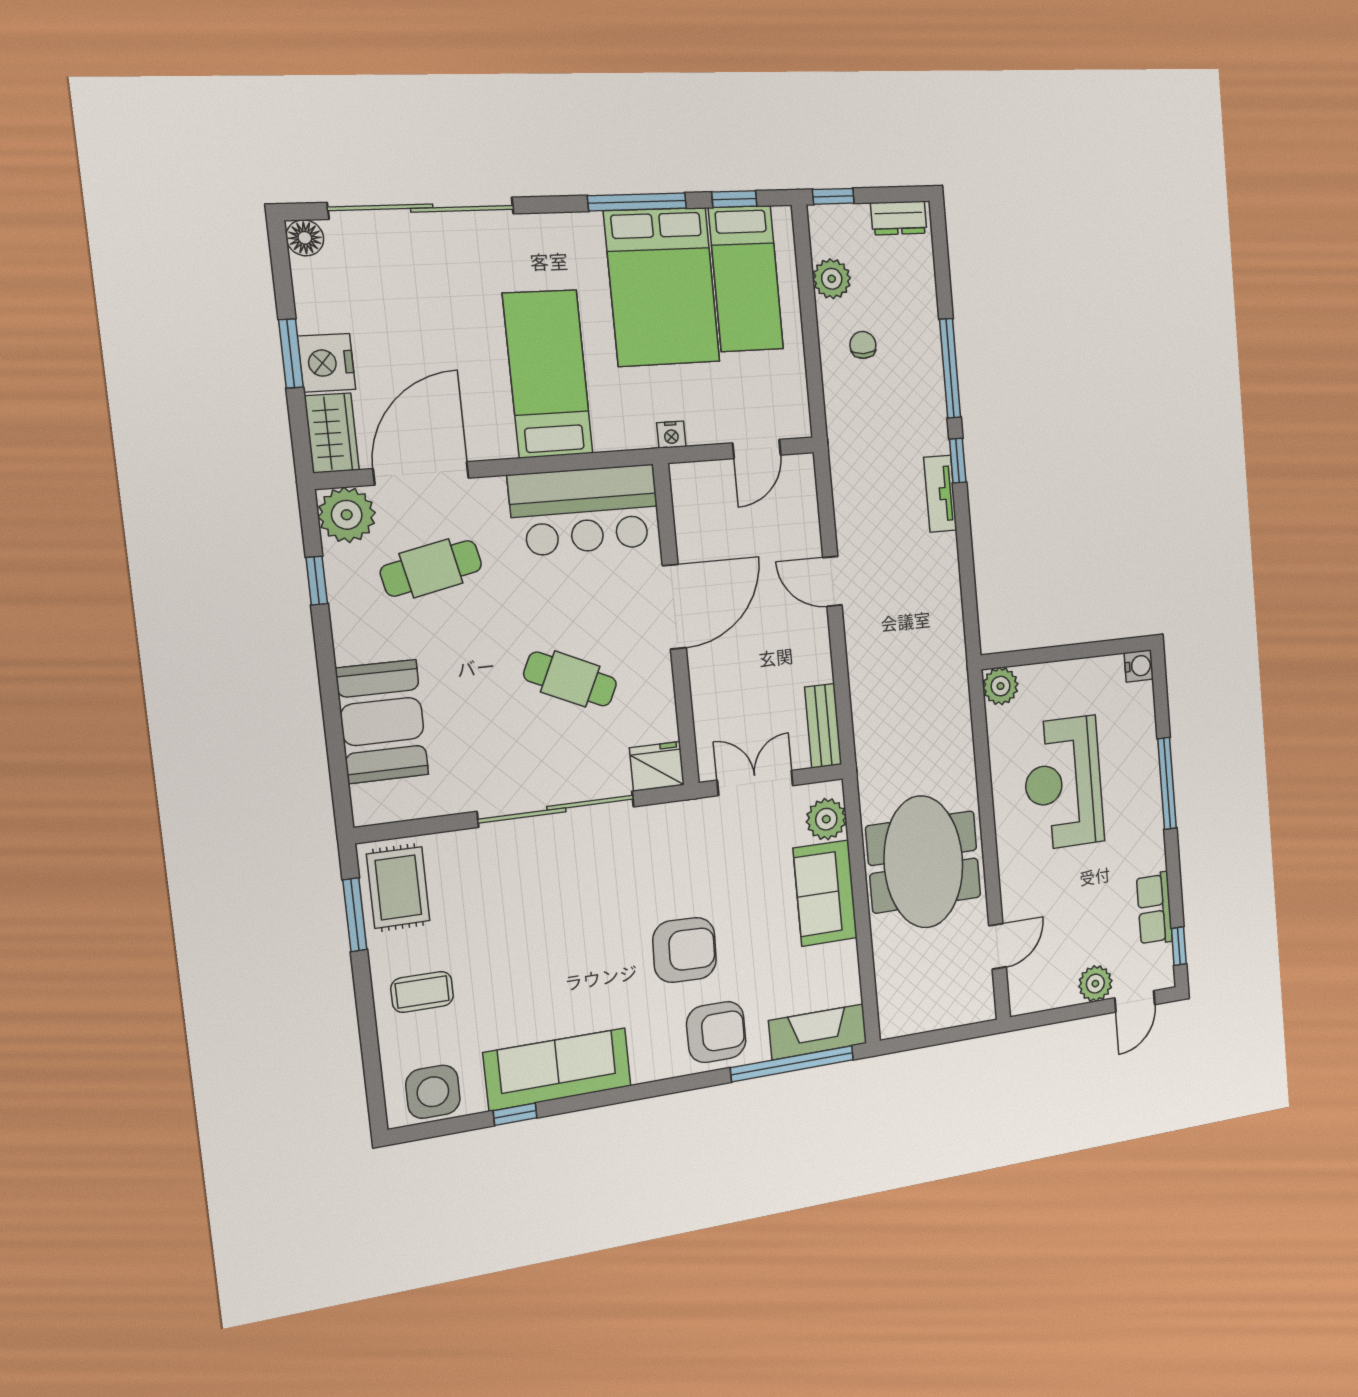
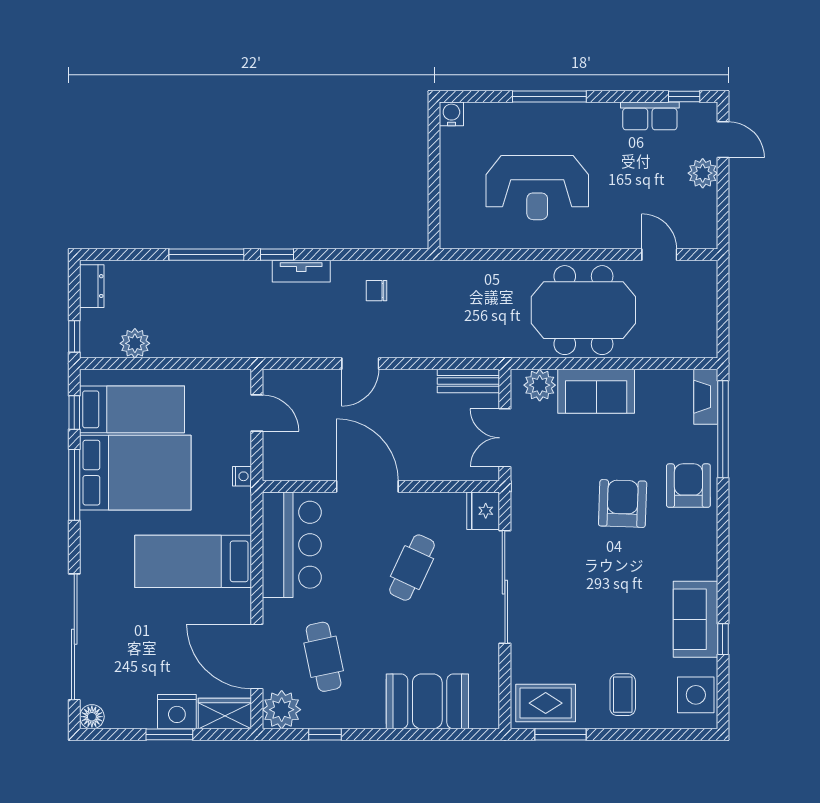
chair: (863, 345) -> (377, 291), moved
plant: (1001, 686) -> (454, 234), removed
fireplace: (818, 1032) -> (706, 397), width x0.73, depth x0.76
sofa: (558, 1069) -> (695, 619), width x0.73

